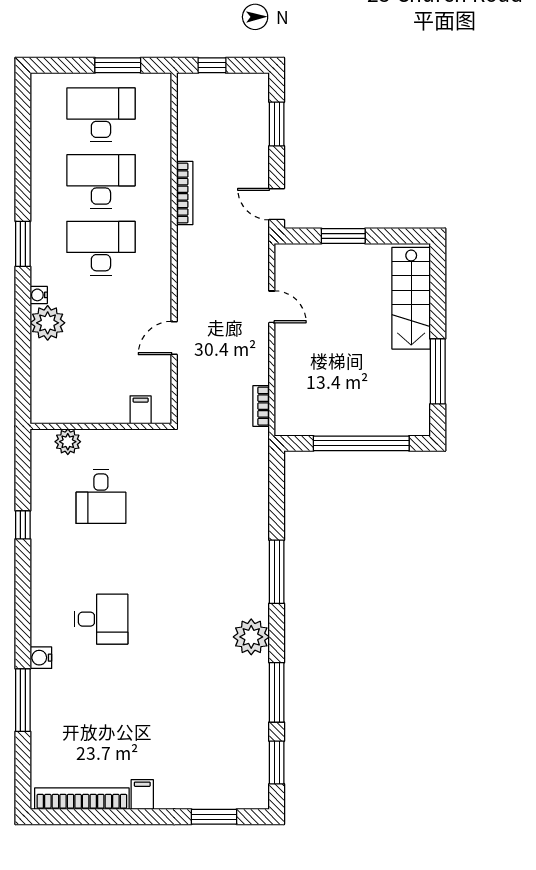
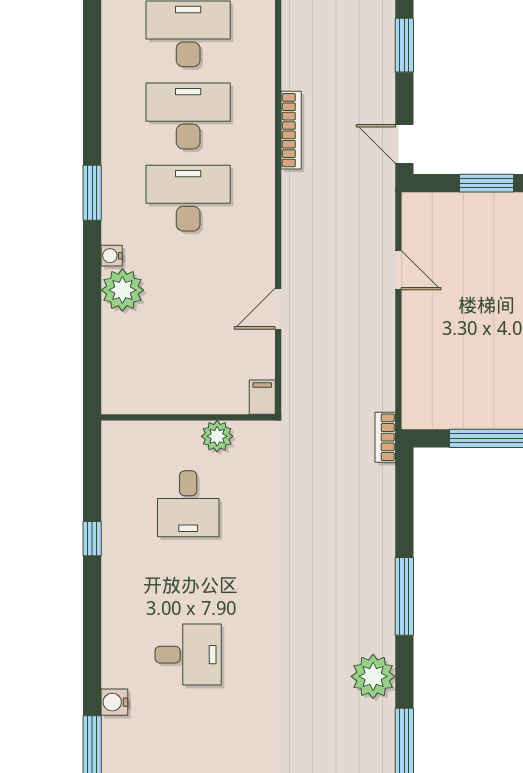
bookcase: (261, 406) -> (385, 437), moved
filing cabinet: (141, 410) -> (262, 397), moved
plant: (68, 442) -> (217, 436), moved

